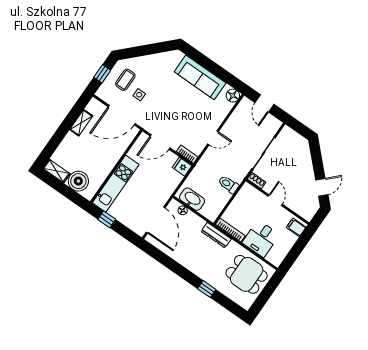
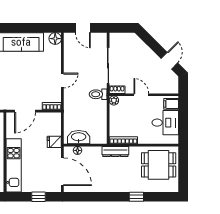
fridge: (182, 167) -> (54, 142), moved
toilet: (228, 184) -> (98, 94), moved
plant: (247, 188) -> (114, 100), added
window: (107, 219) -> (38, 197), moved
desk: (261, 239) -> (165, 123), moved, turned -90

